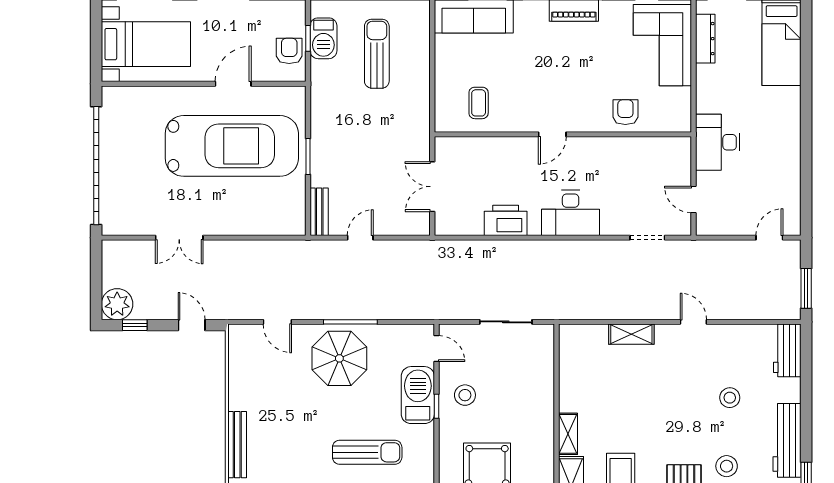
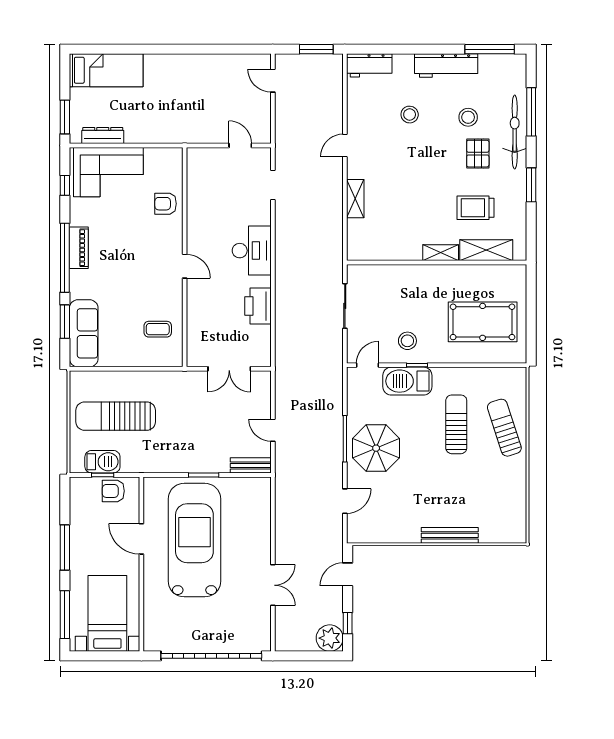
sun lounger: (377, 54) -> (116, 416), width x1.36, depth x1.34
desk: (718, 142) -> (191, 125), removed
door: (693, 199) -> (240, 146), swing flipped

